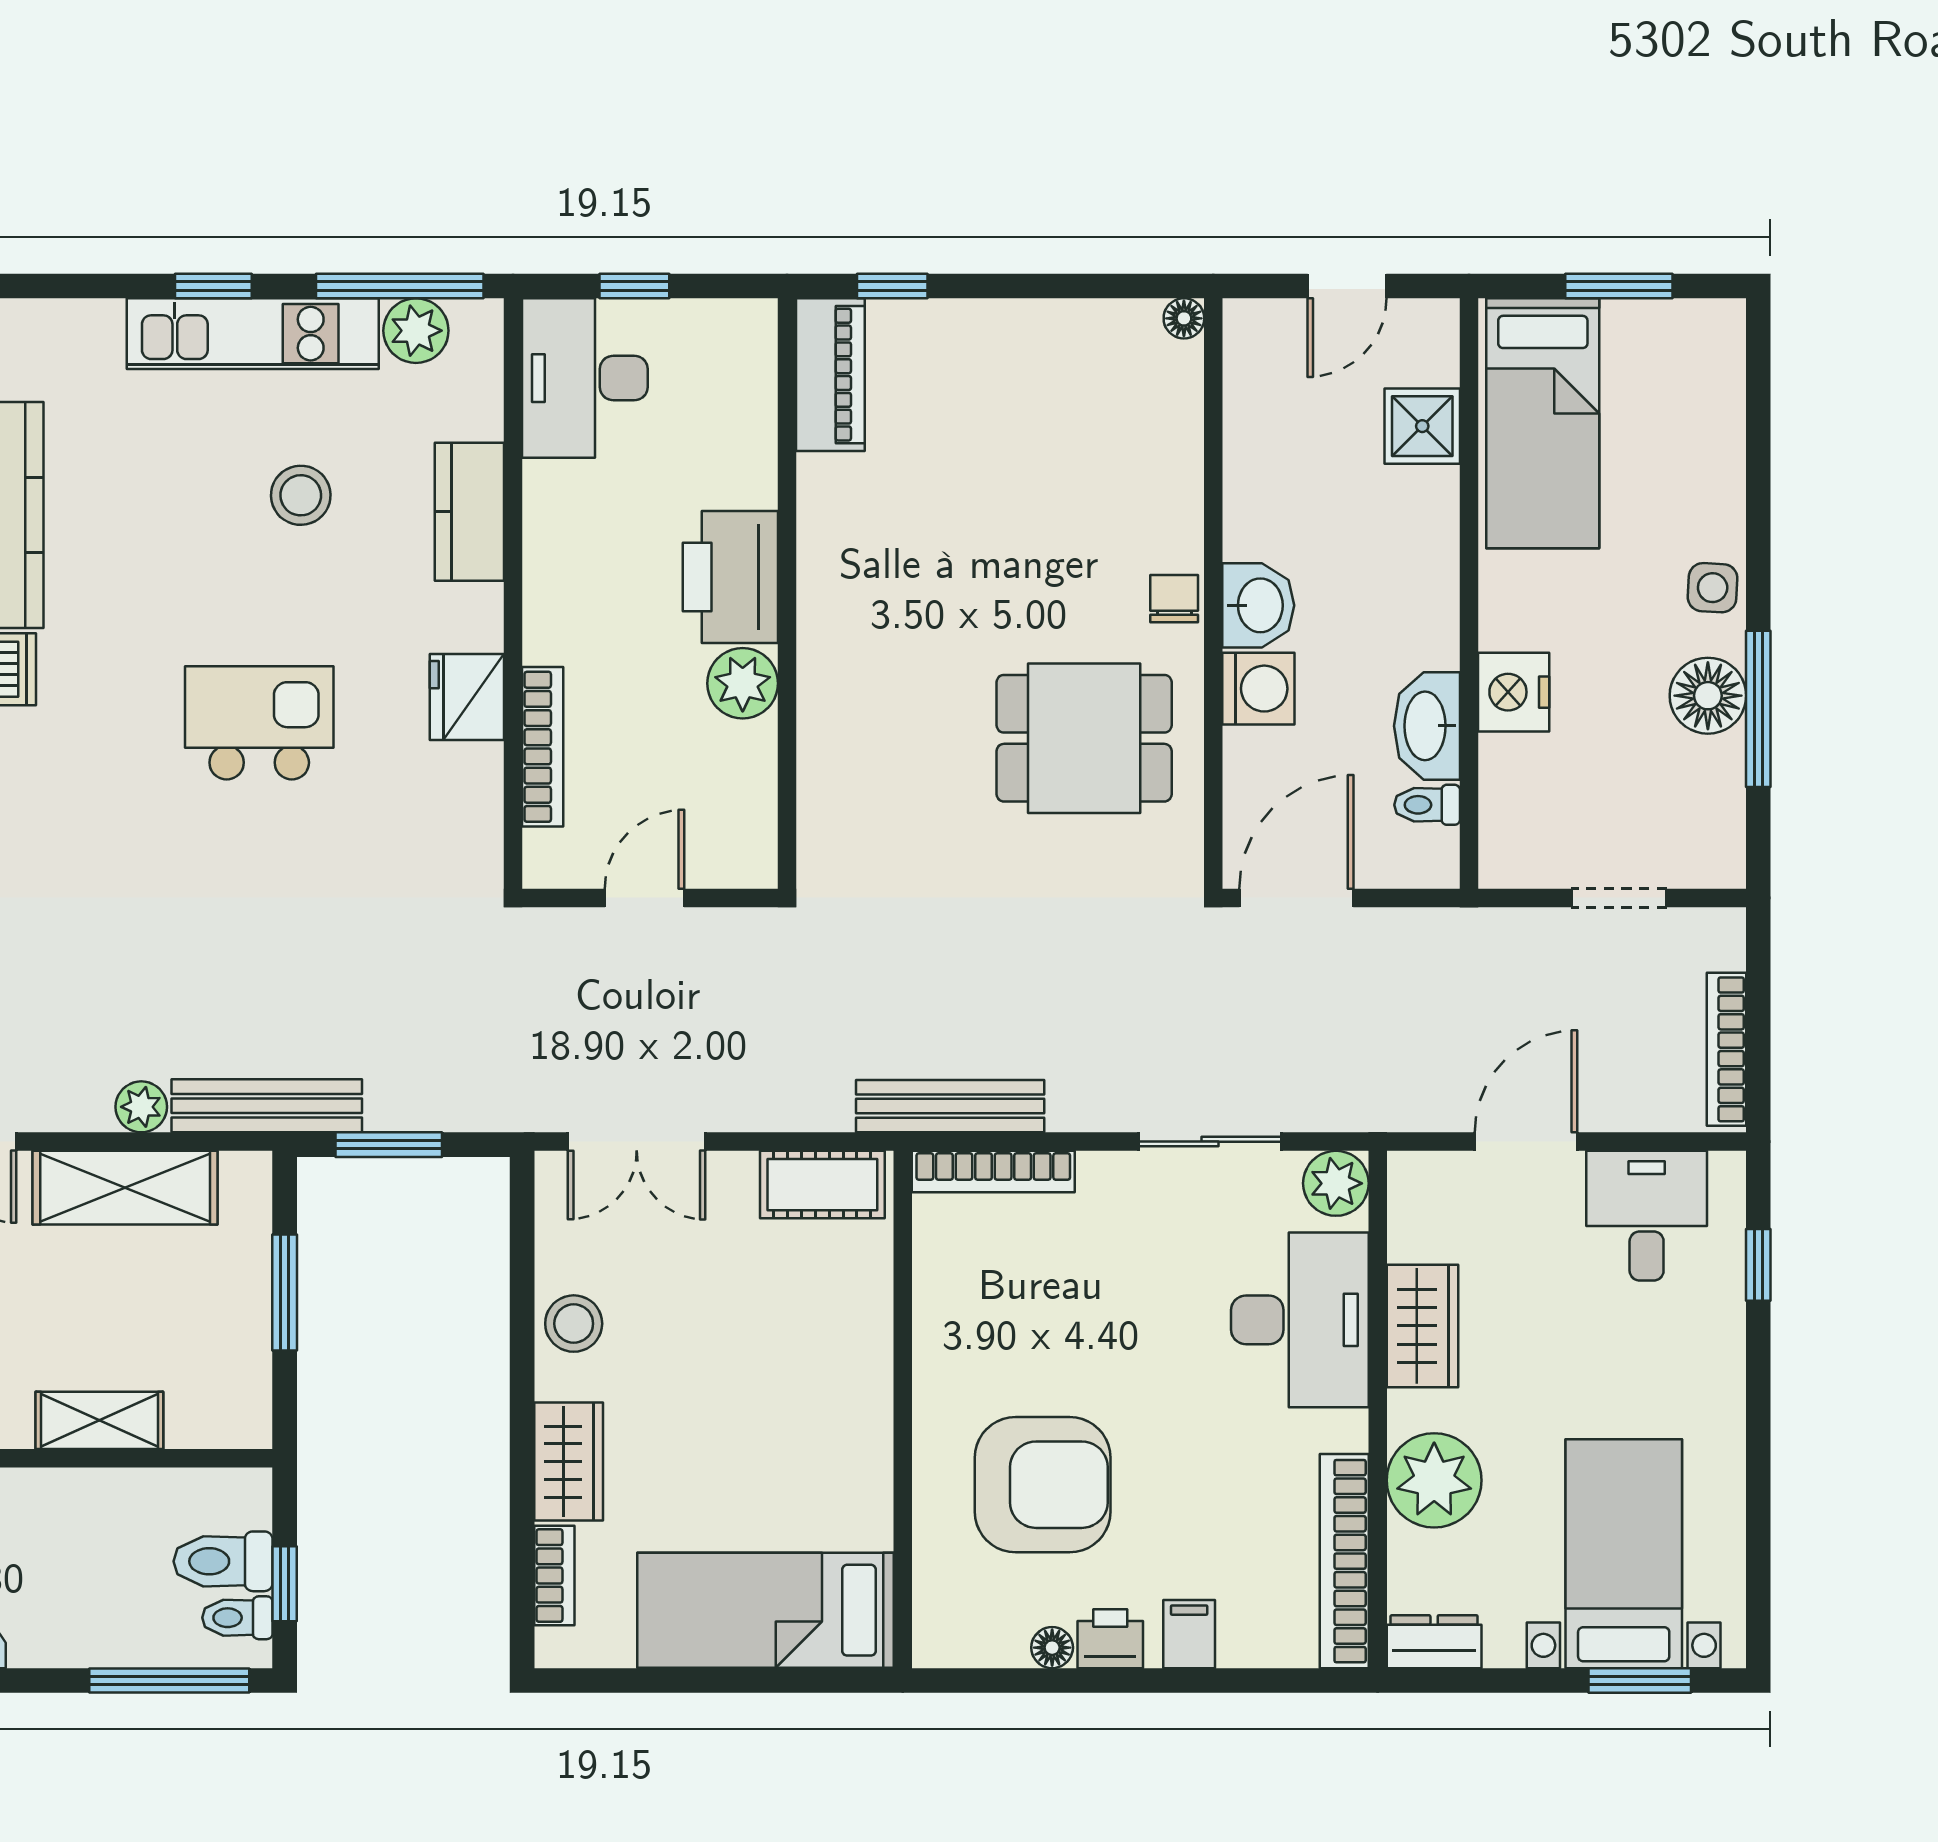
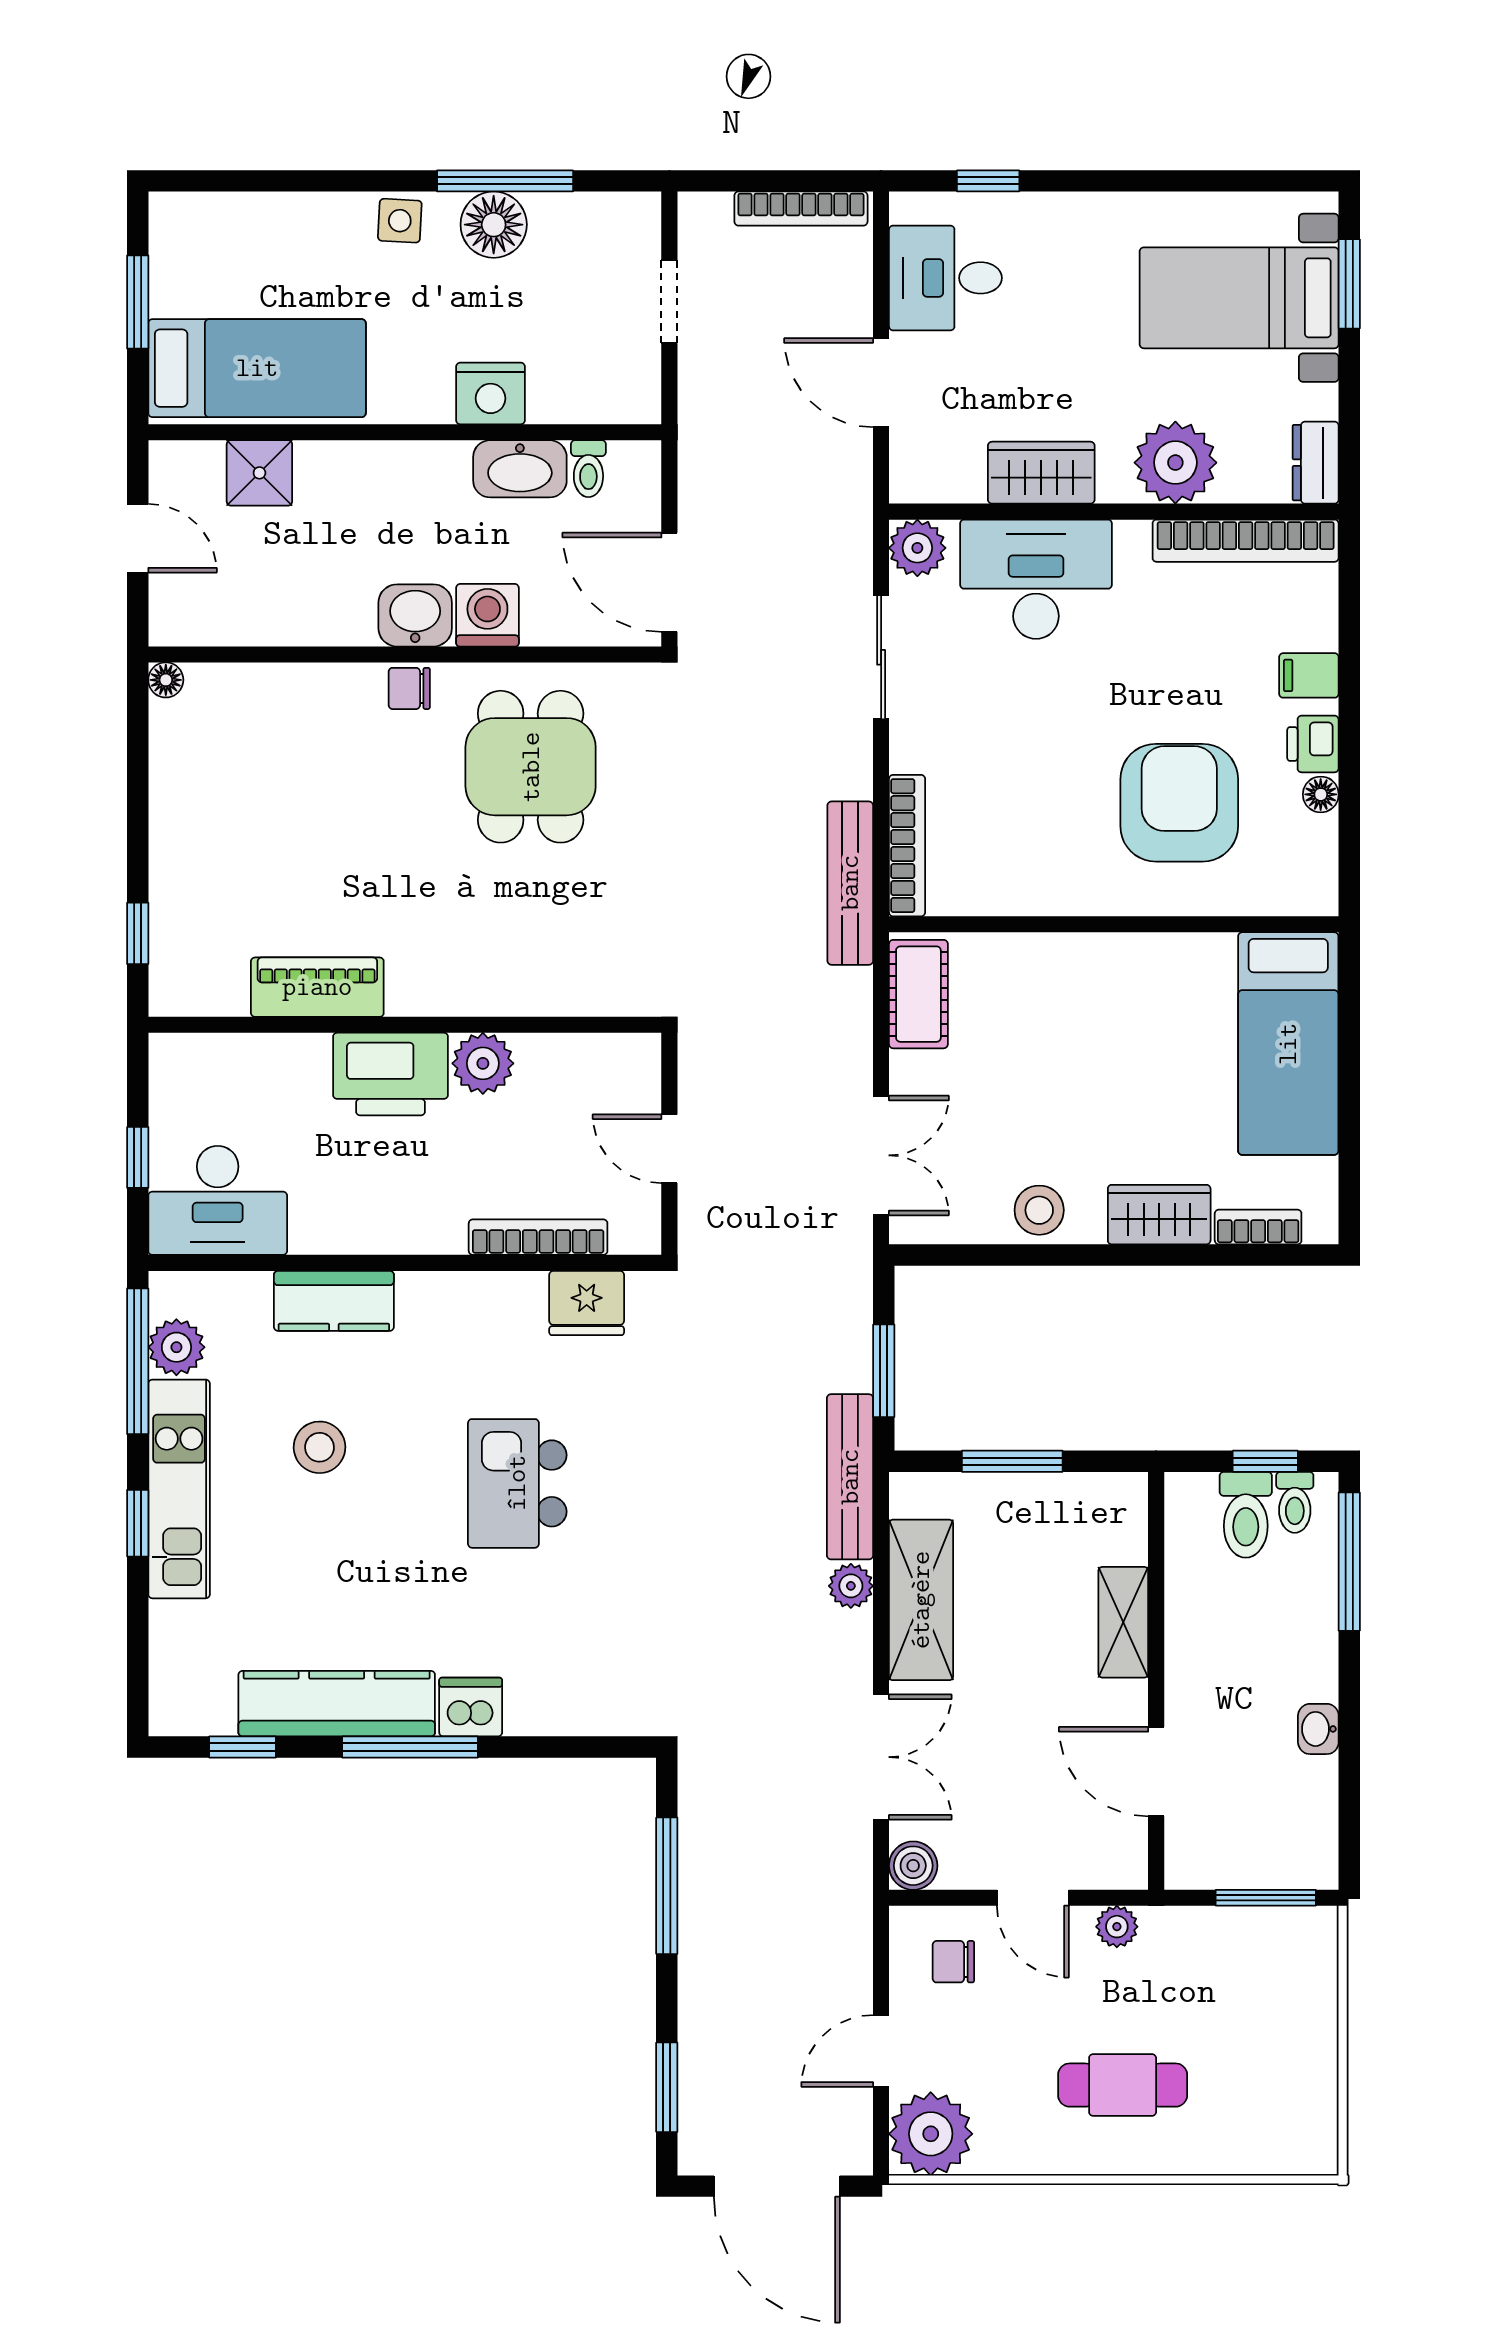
piano: (830, 375) -> (317, 987), moved
fridge: (467, 697) -> (587, 1303), moved

